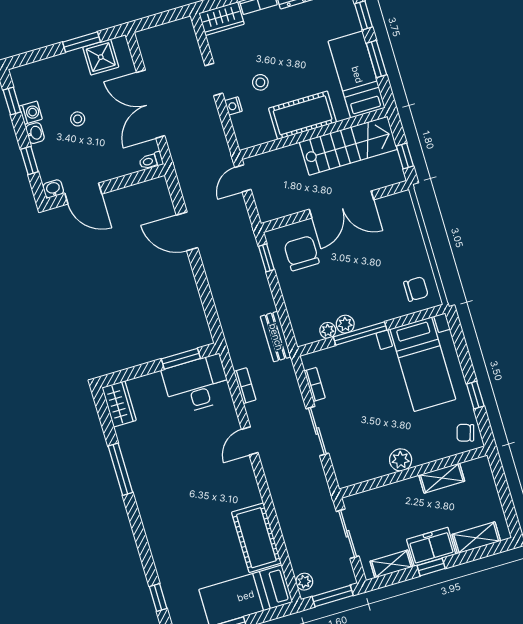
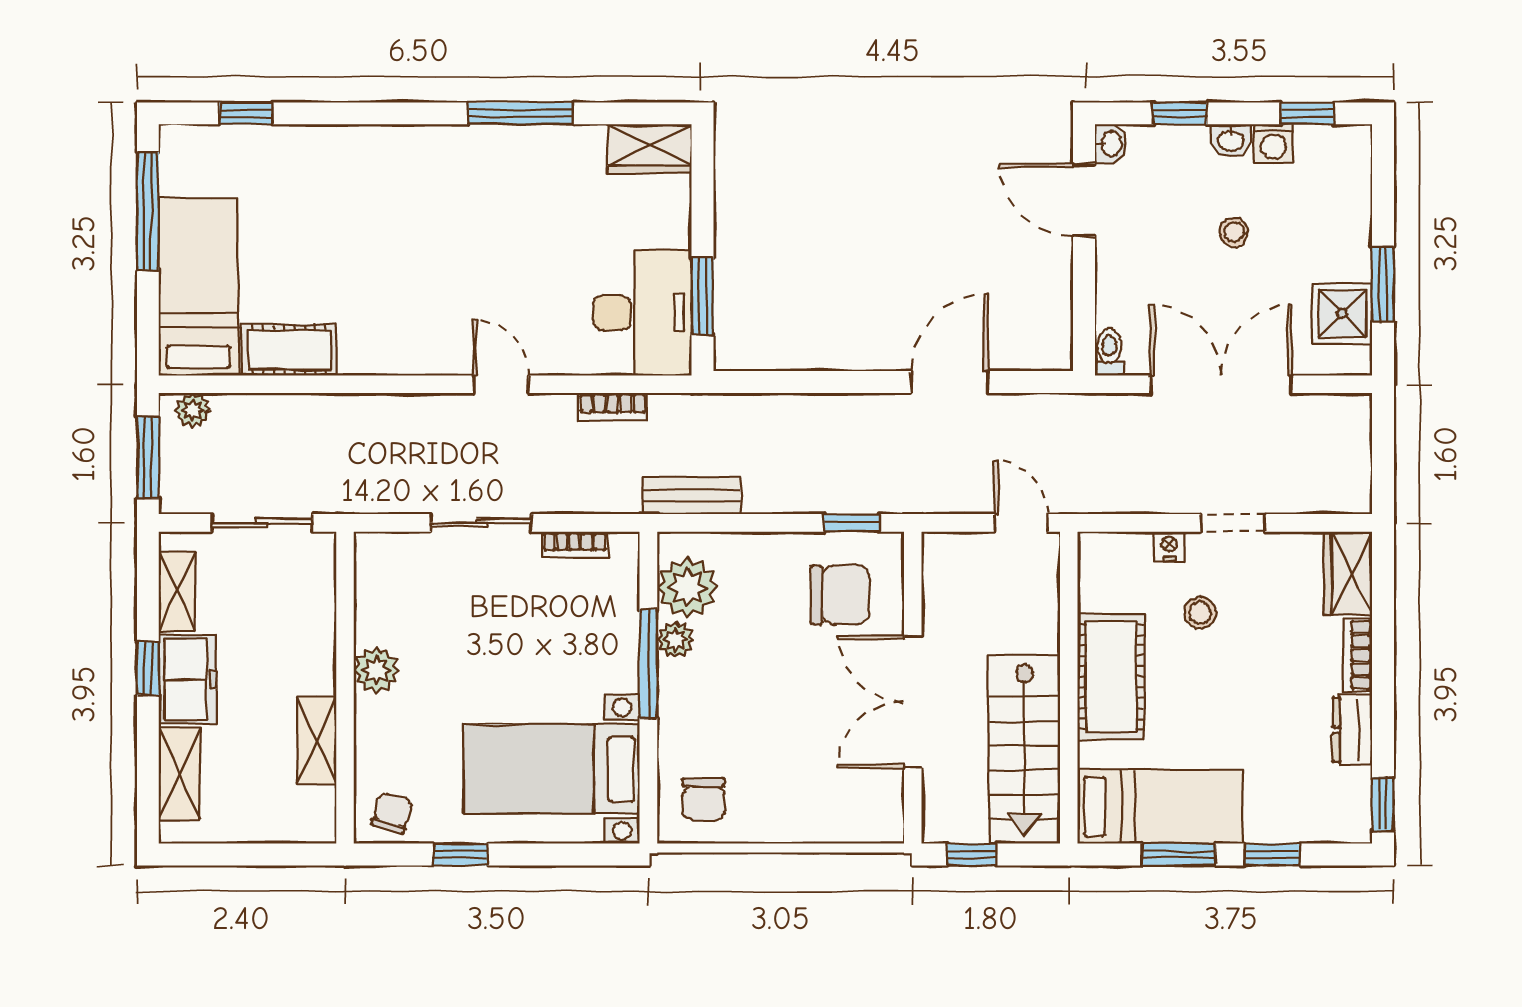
door: (83, 194) -> (1084, 200), hinge flipped
plant: (328, 330) -> (687, 587), width x1.87, depth x1.87
cot: (256, 538) -> (289, 350), width x0.73, depth x0.75

